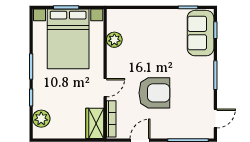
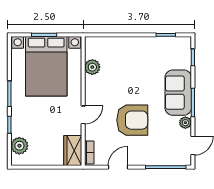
sofa: (201, 33) -> (178, 93), moved
plant: (208, 95) -> (185, 123), added
bookcase: (111, 119) -> (89, 152), width x0.64

